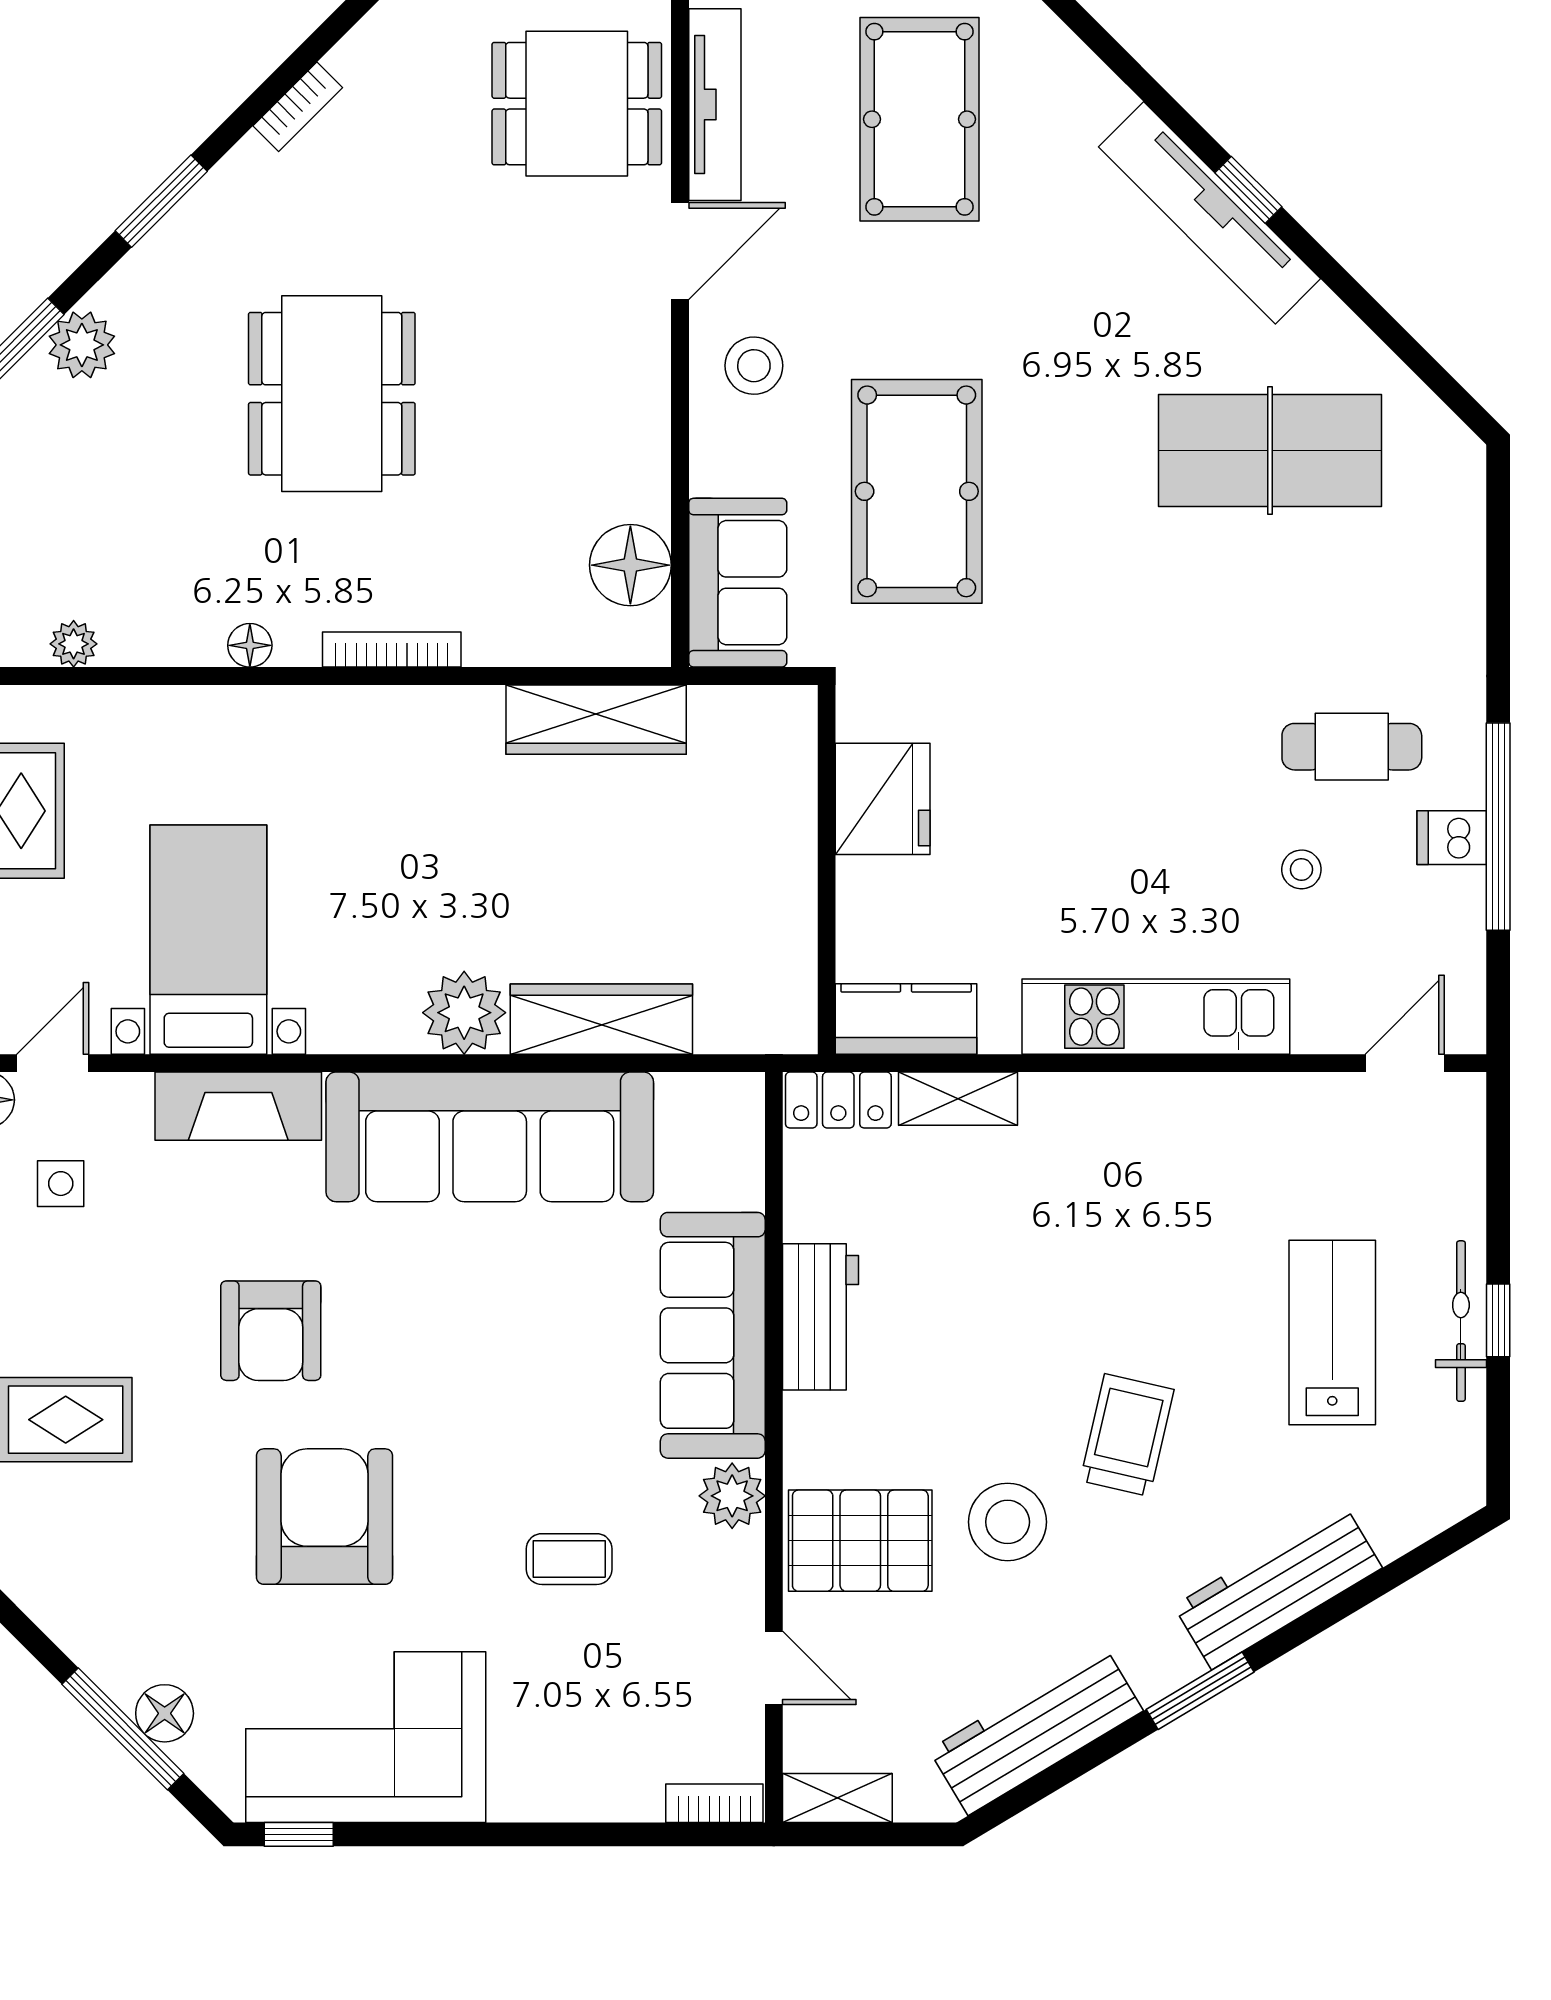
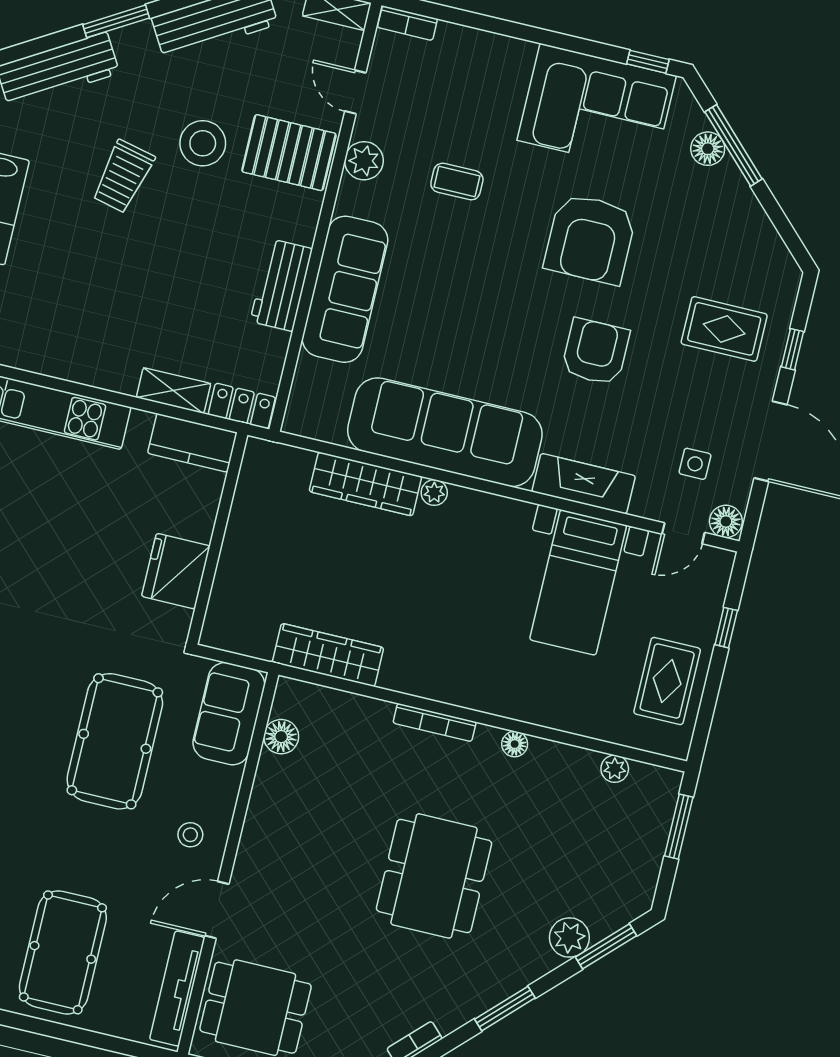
stool: (754, 366) -> (190, 835), width x0.73, depth x0.73
floor lamp: (630, 565) -> (281, 737), width x0.73, depth x0.73
plant: (464, 1013) -> (434, 493), width x0.53, depth x0.53
plant: (732, 1496) -> (364, 161), moved

